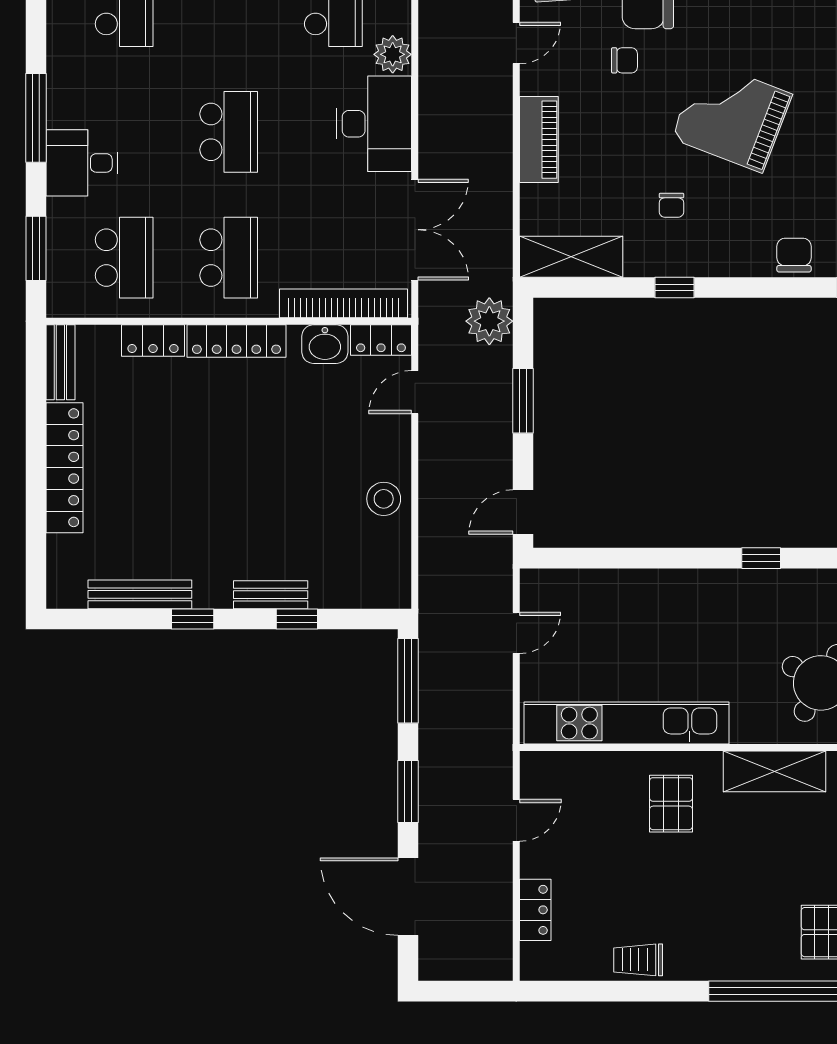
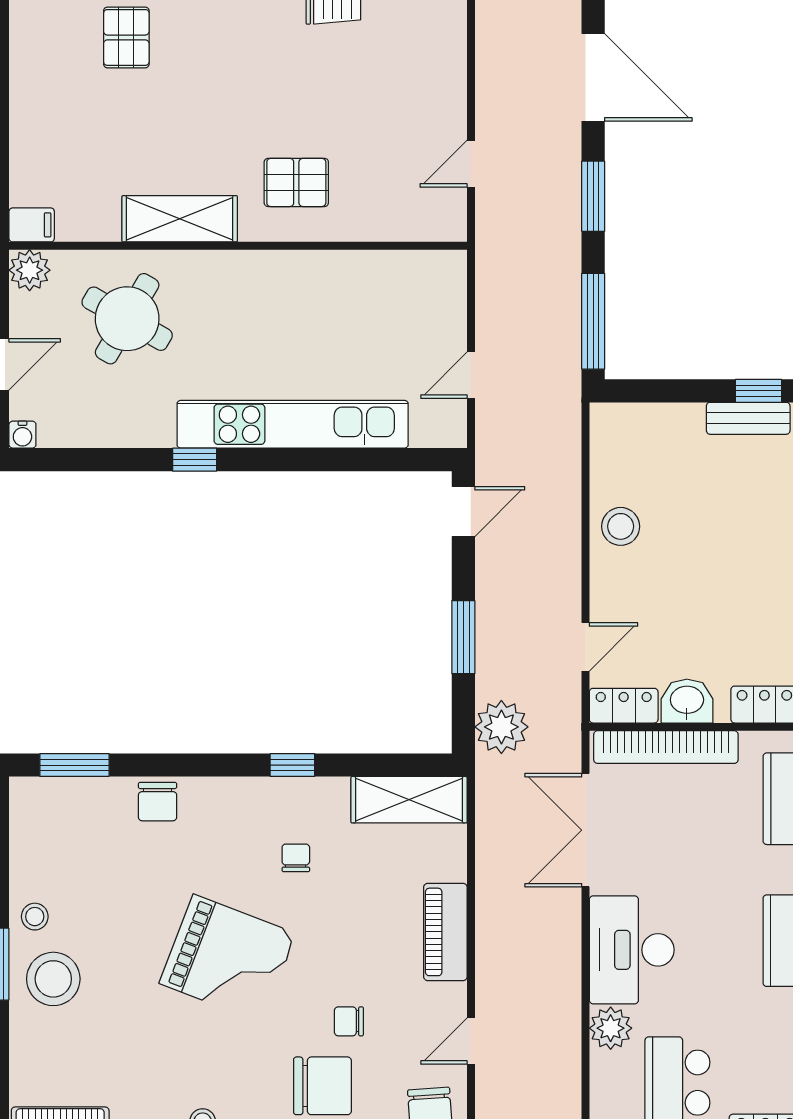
window: (297, 619) -> (758, 391), moved
kitchen unit: (626, 723) -> (293, 424), moved, turned 180
pallet: (671, 804) -> (296, 182), turned 90
locker: (535, 910) -> (450, 63), removed

